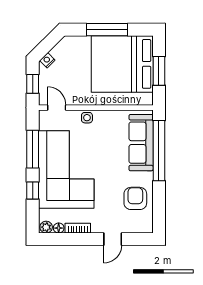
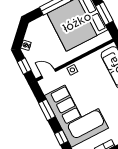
window: (33, 149) -> (47, 110), width x0.69

